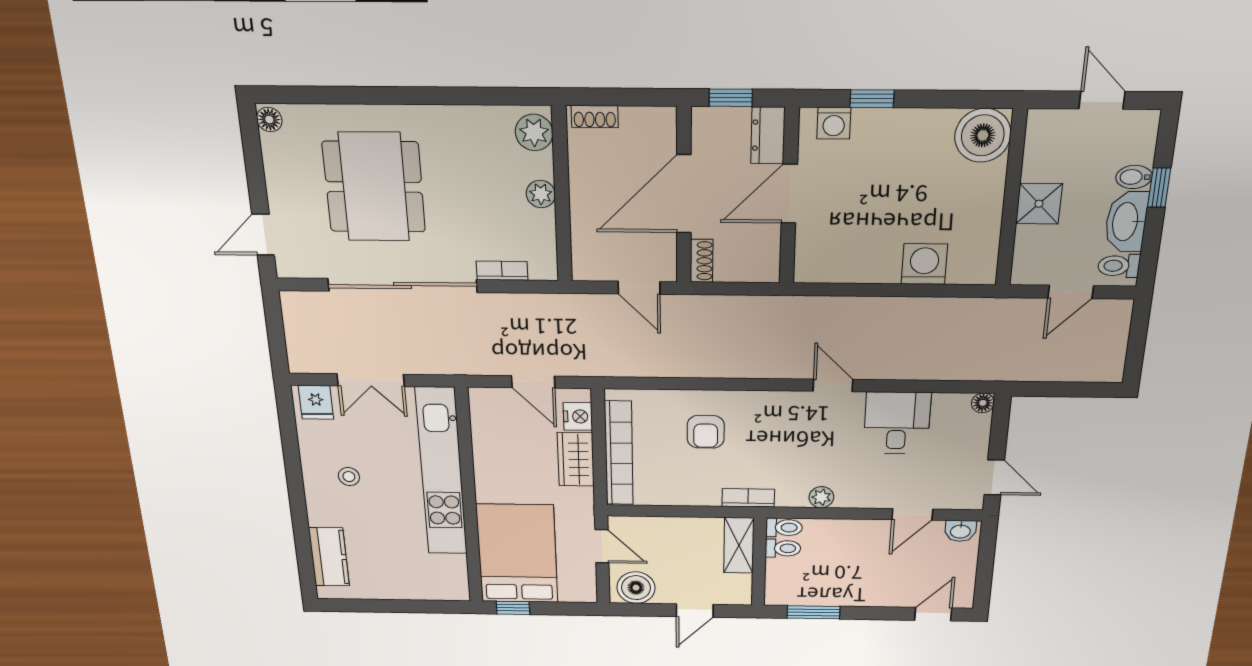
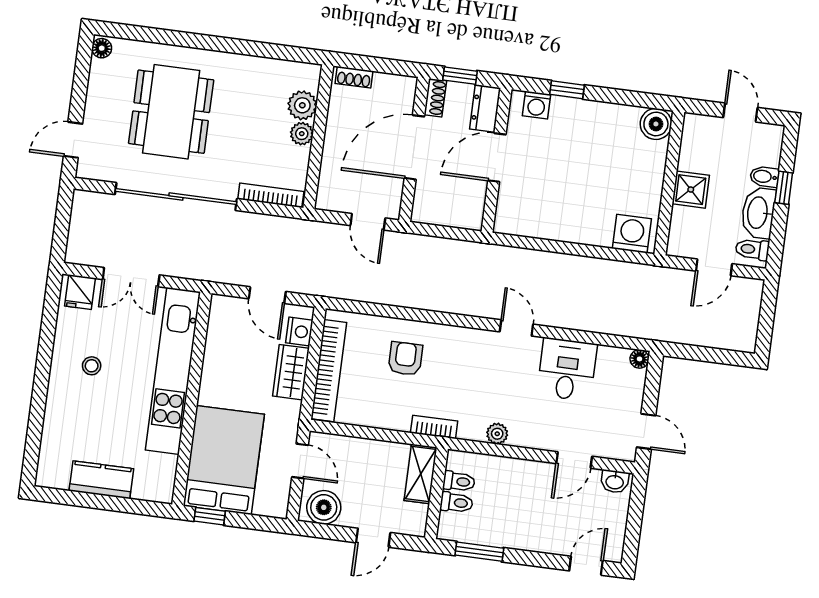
plant: (534, 132) -> (302, 105), moved
boiler: (983, 135) -> (656, 124), width x0.73, depth x0.73
shoe rack: (702, 261) -> (435, 98), moved
washing machine: (924, 264) -> (632, 234), moved
bookcase: (502, 271) -> (271, 195), width x1.56
armchair: (706, 432) -> (405, 359), turned 180
toilet: (784, 528) -> (456, 503), moved
kitchen counter: (329, 557) -> (101, 480), moved, turned -90

